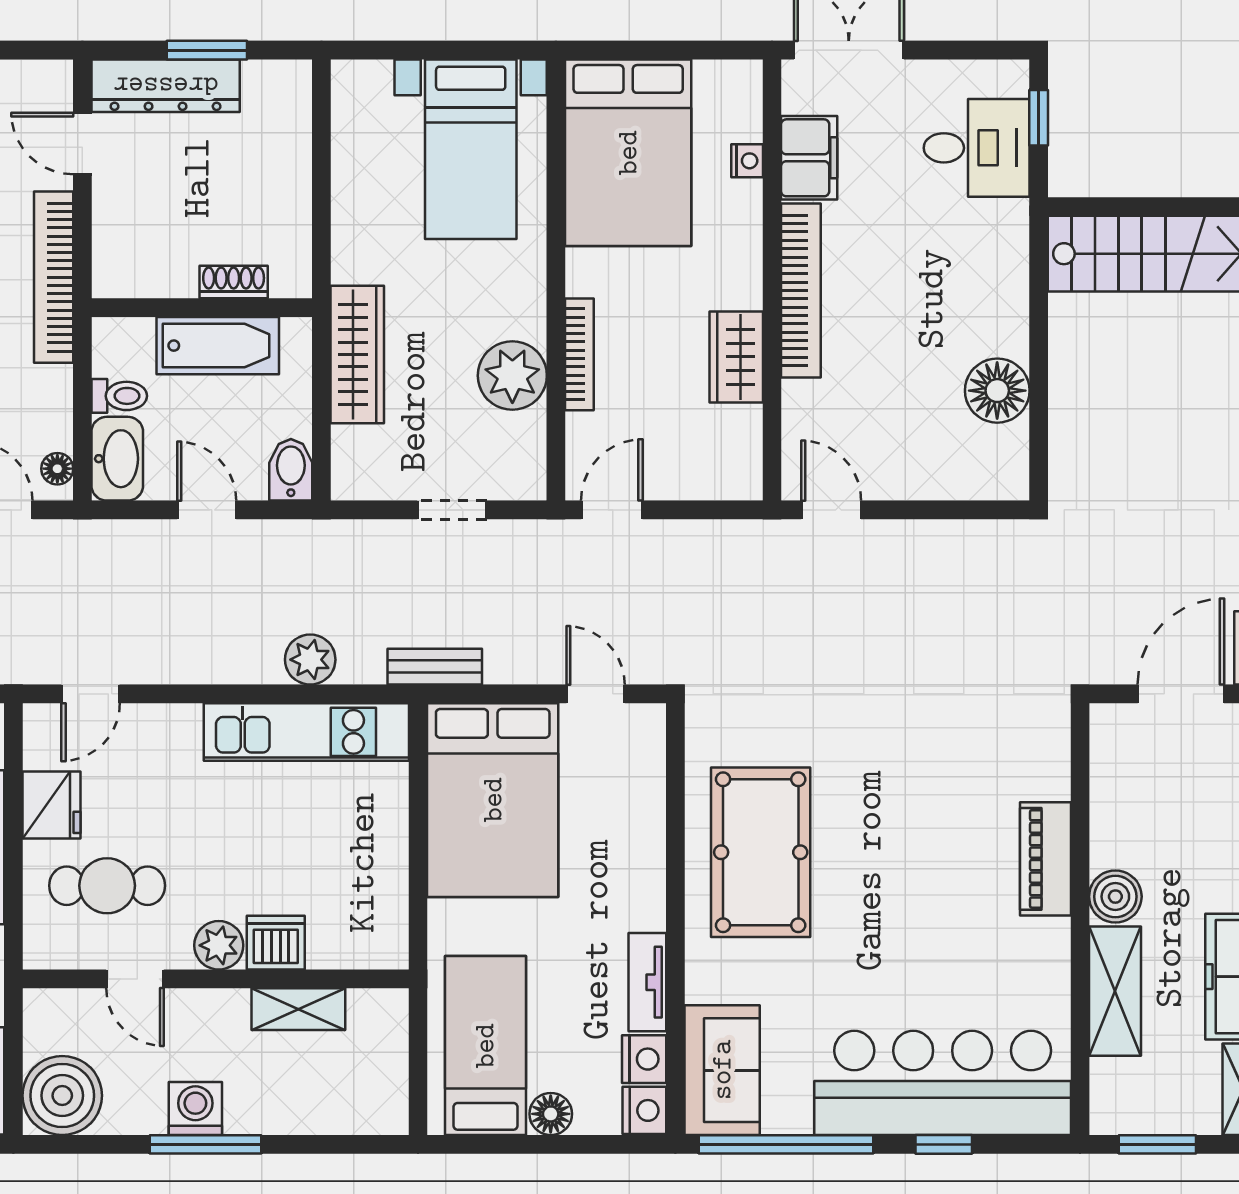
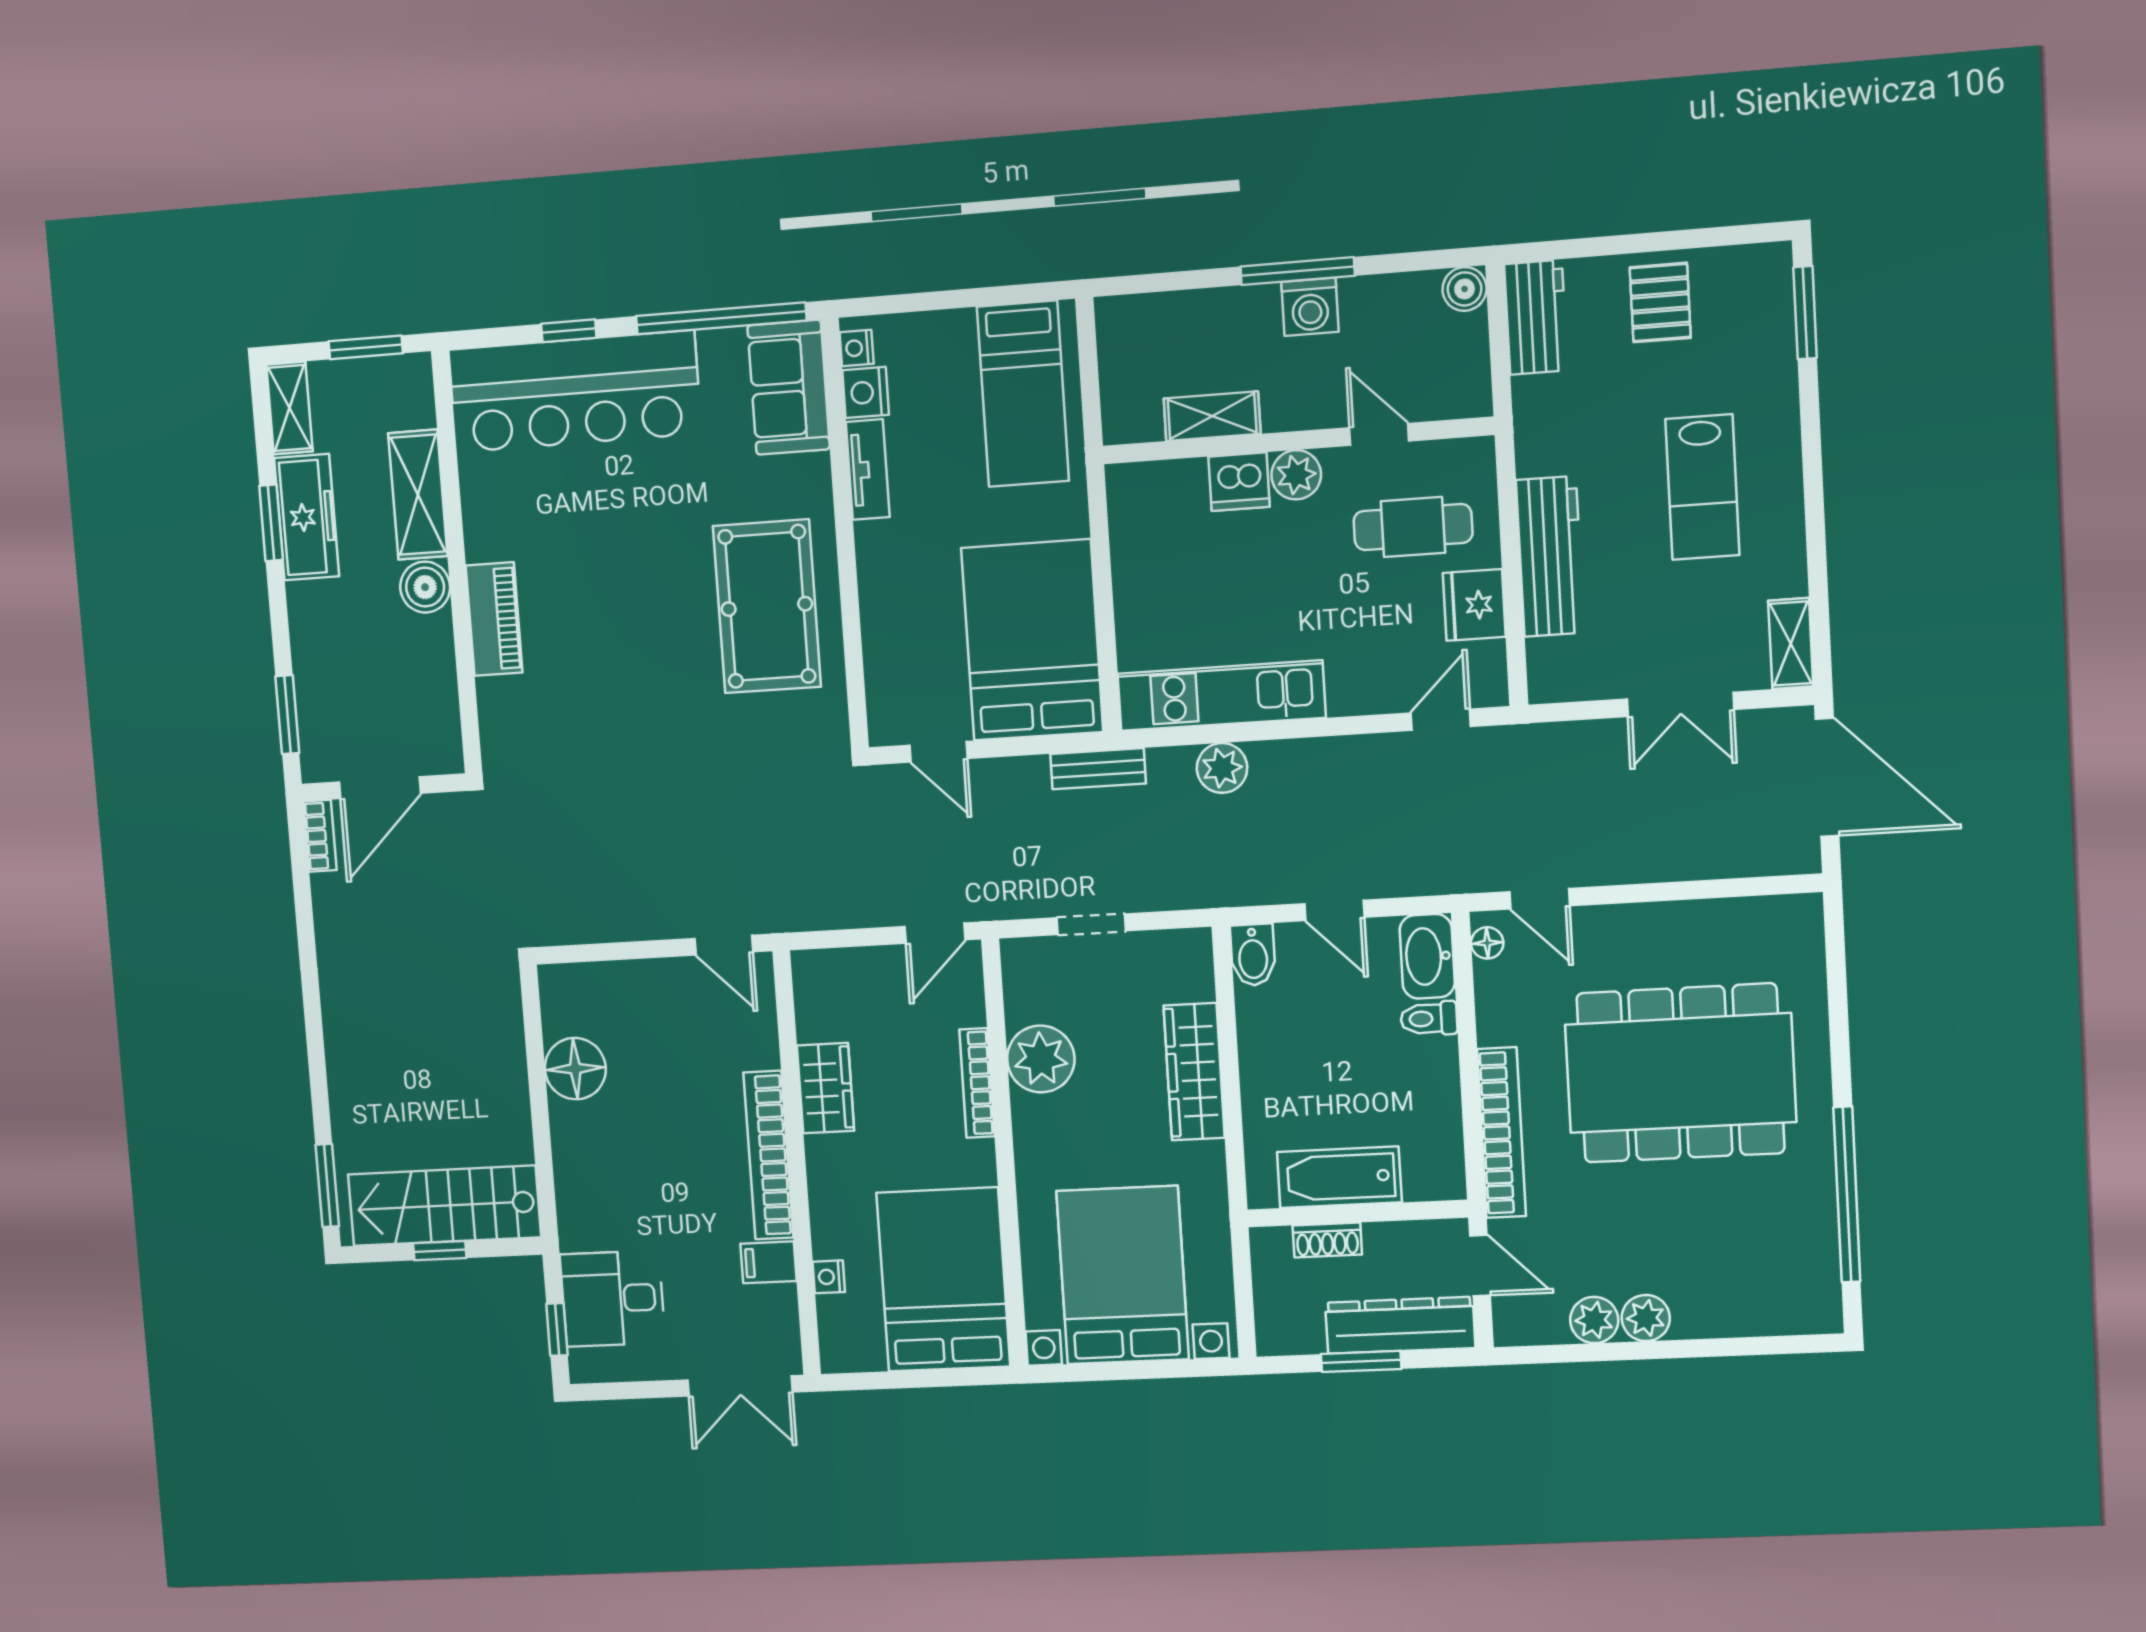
bed with nightstands: (471, 149) -> (1123, 1275), width x1.36
filing cabinet: (809, 158) -> (768, 1262), width x0.50
window: (1157, 206) -> (440, 1251), added
shoe rack: (234, 282) -> (1327, 1240), moved
wall: (202, 308) -> (1357, 1214), moved
bathtub: (218, 346) -> (1339, 1177), moved
boiler: (62, 1096) -> (1465, 289), width x0.54, depth x0.54
nightstand: (644, 1110) -> (857, 348), width x0.72, depth x0.74
floor lamp: (551, 1114) -> (954, 330), removed

